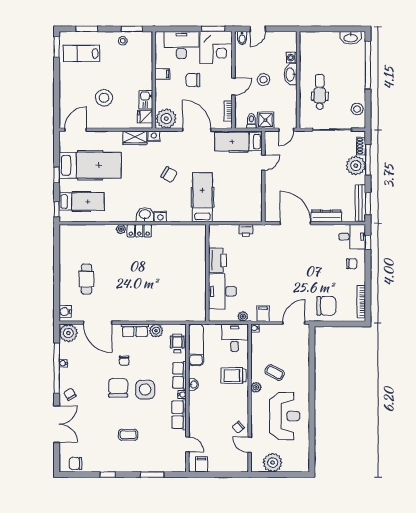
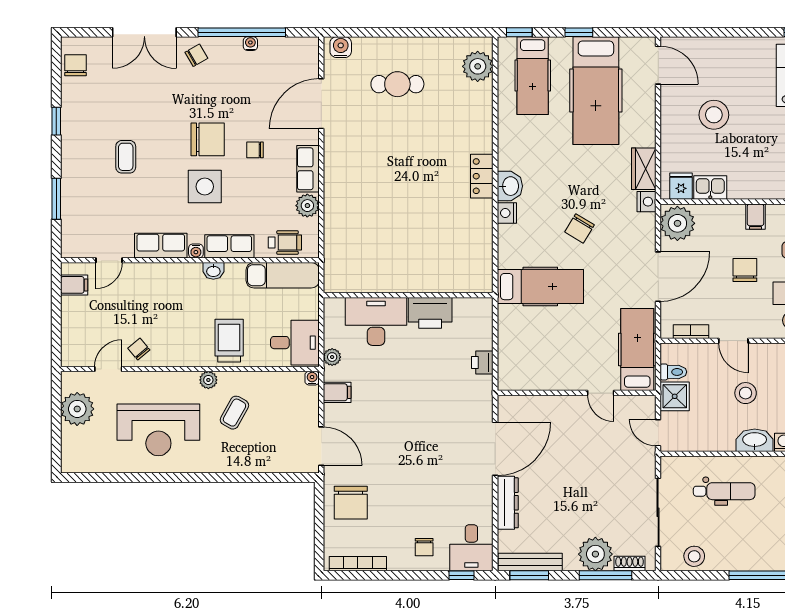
plant: (121, 229) -> (478, 66), moved, width x1.88, depth x1.88
plant: (68, 333) -> (303, 53), removed

